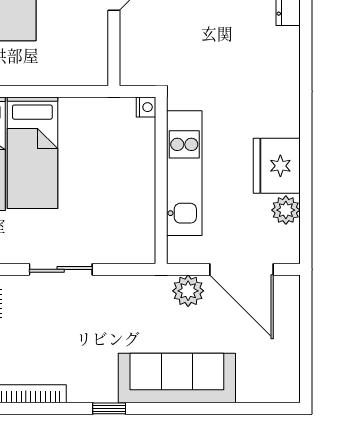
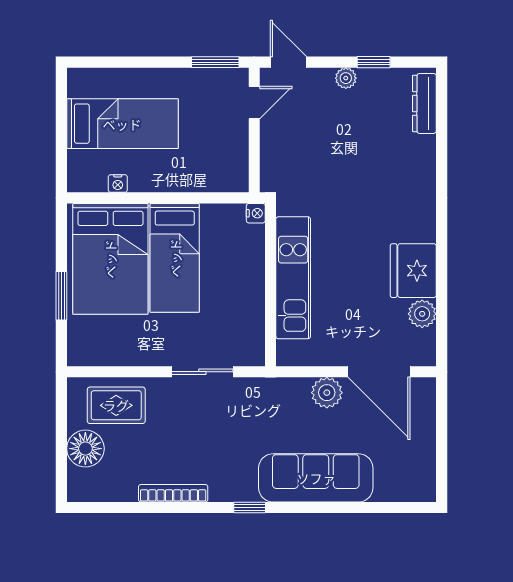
nightstand: (146, 107) -> (256, 213), moved
kitchen unit: (184, 173) -> (293, 278), moved
wall: (161, 180) -> (271, 285), moved

